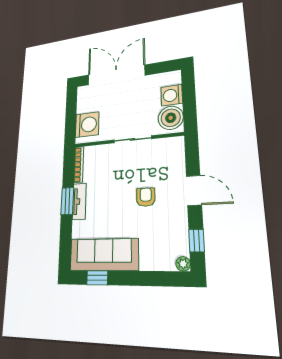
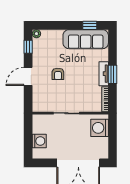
boiler: (171, 118) -> (40, 125), removed
door: (194, 190) -> (28, 76), hinge flipped

